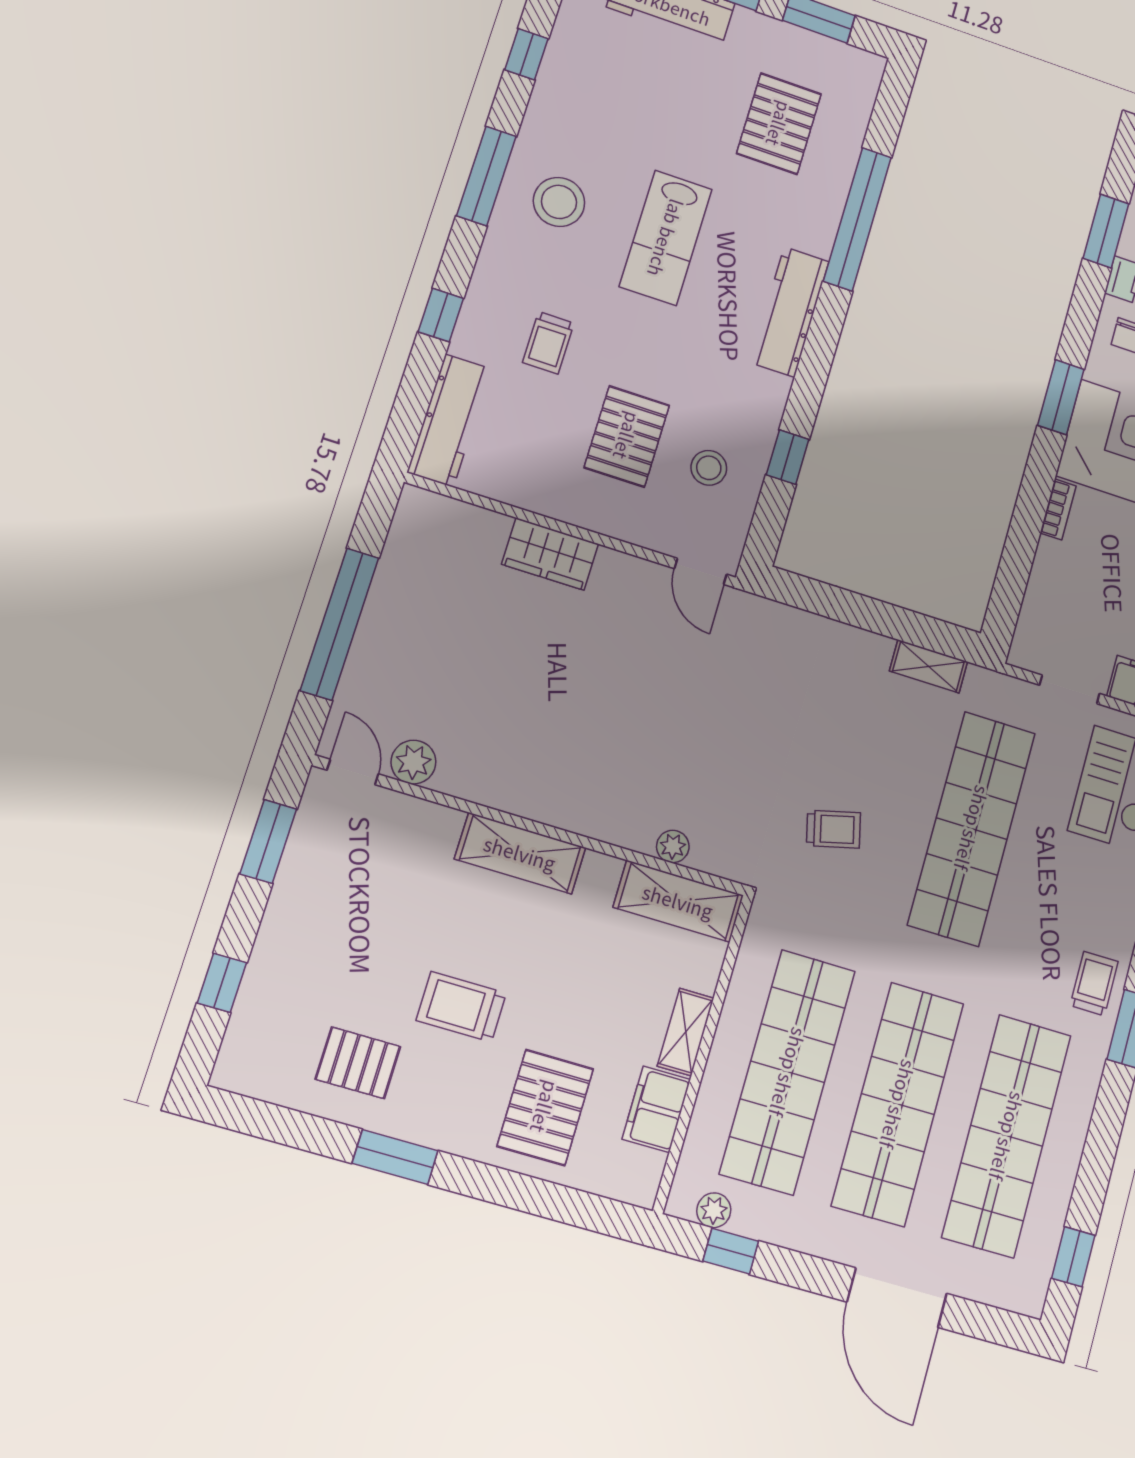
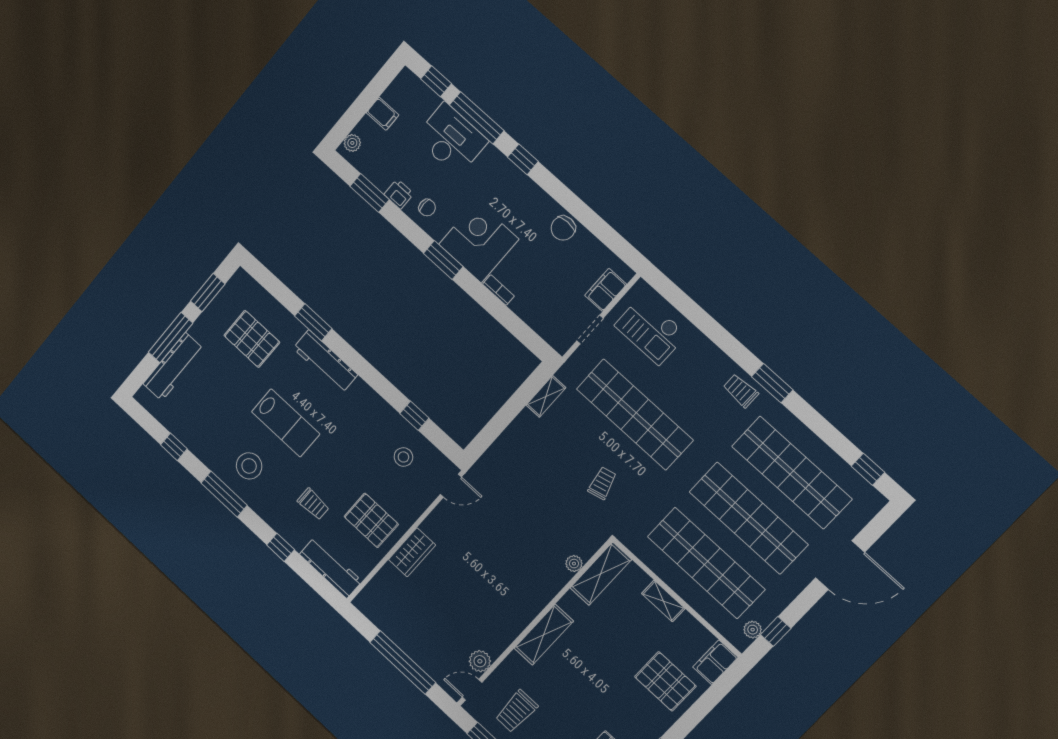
window: (857, 219) -> (313, 322), width x0.47
workbench: (789, 312) -> (325, 361), moved
pallet: (627, 436) -> (371, 520), moved
trolley: (461, 1007) -> (516, 711), moved
filing cabinet: (656, 1109) -> (715, 662), moved, turned 90

